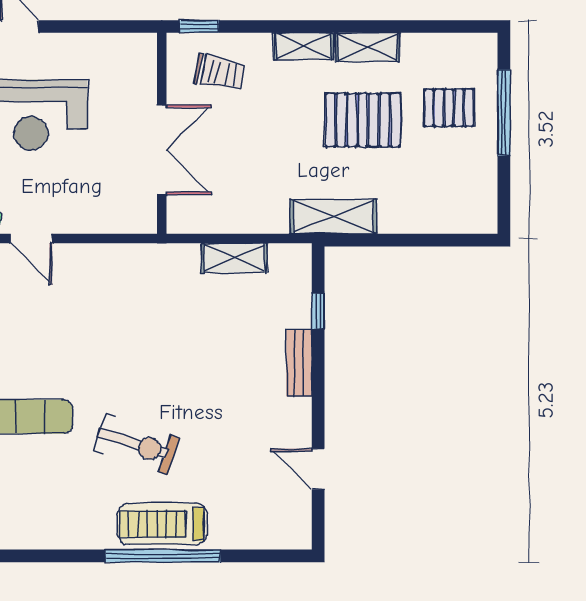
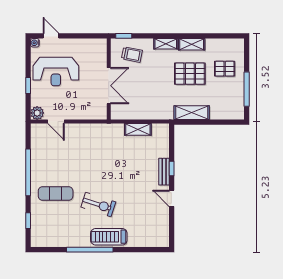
window: (504, 113) -> (247, 89), moved
shelving: (333, 217) -> (192, 113), moved
window: (318, 311) -> (172, 168), moved
door: (318, 469) -> (172, 198), moved
window: (163, 556) -> (90, 250), moved

